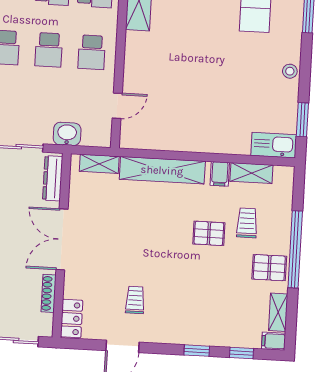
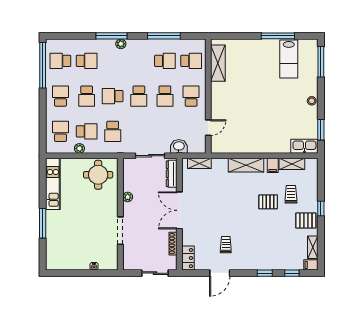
school desk: (92, 52) -> (191, 96), turned 180
shelving: (162, 170) -> (246, 165), width x0.68
window: (295, 249) -> (321, 209), width x0.32

